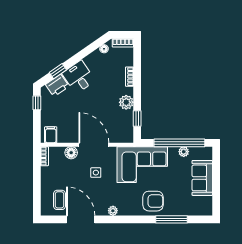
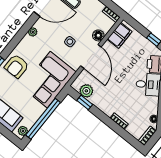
plant: (126, 102) -> (86, 91), moved
filing cabinet: (51, 135) -> (119, 35), width x2.00
door: (94, 145) -> (91, 56), hinge flipped
plant: (184, 152) -> (23, 131), moved

